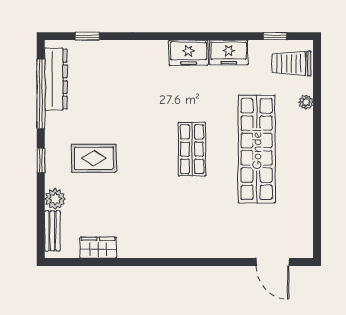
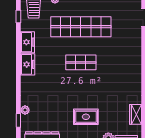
plant: (106, 48) -> (25, 110), added
rug: (94, 158) -> (86, 117), turned 90

